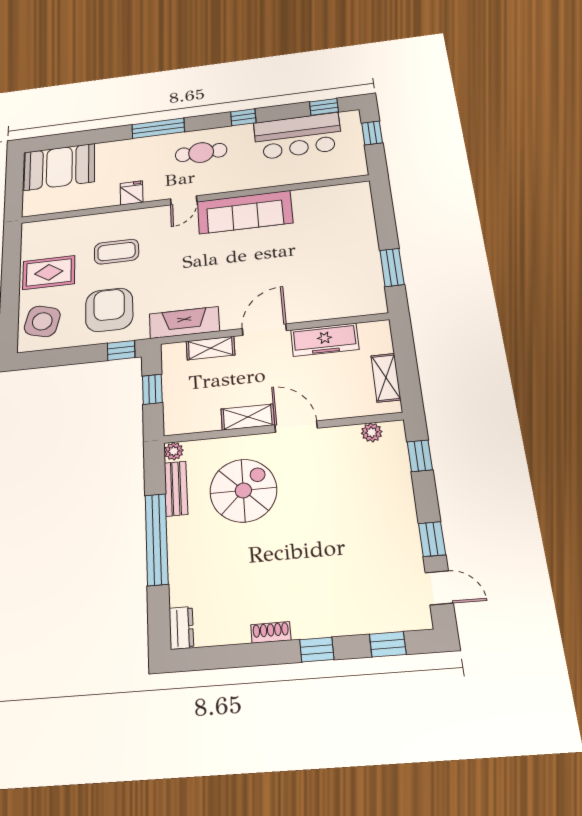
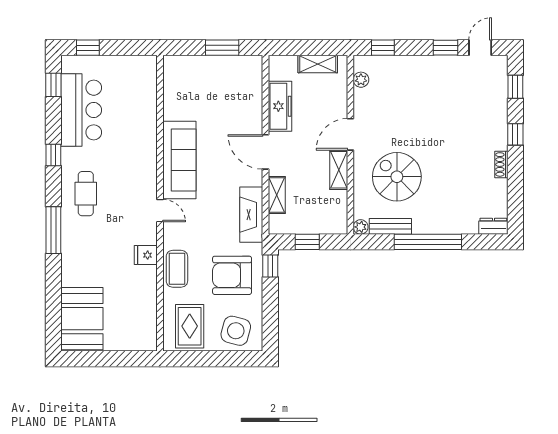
fridge: (132, 193) -> (146, 255), moved
wall: (192, 199) -> (160, 203), moved
door: (184, 200) -> (160, 211), moved
sofa: (245, 212) -> (179, 160), moved

